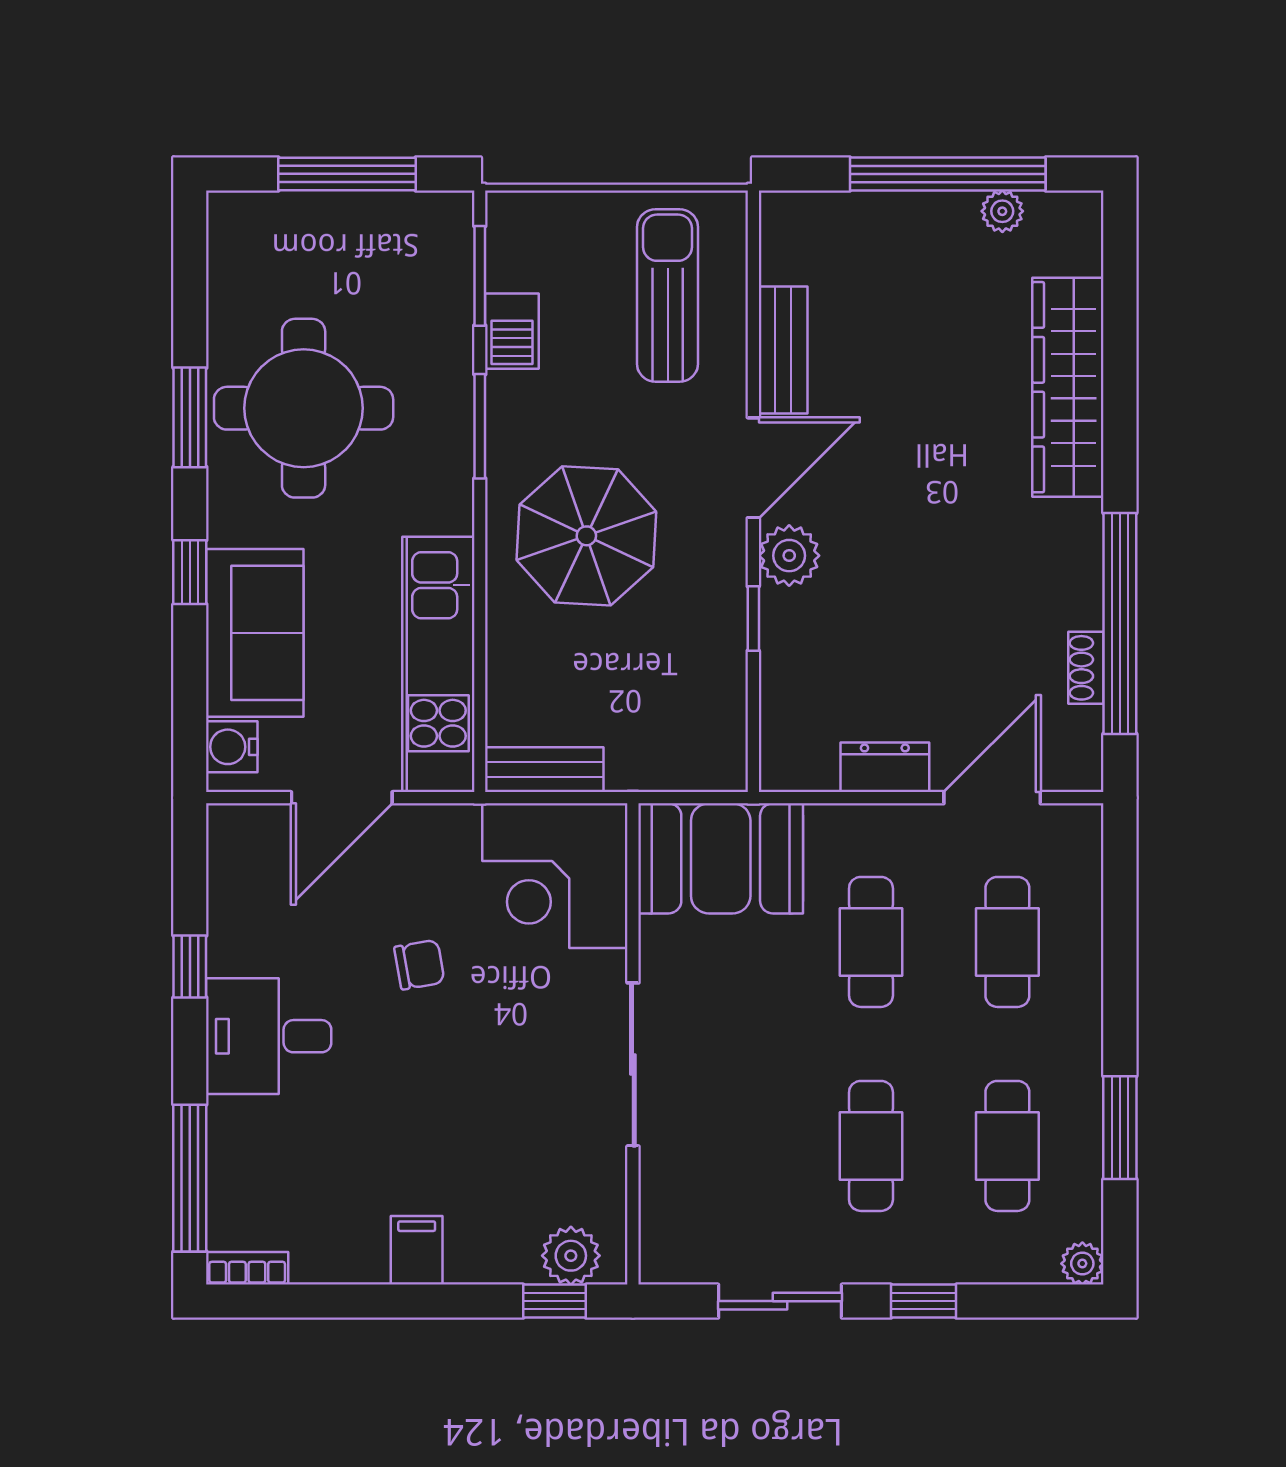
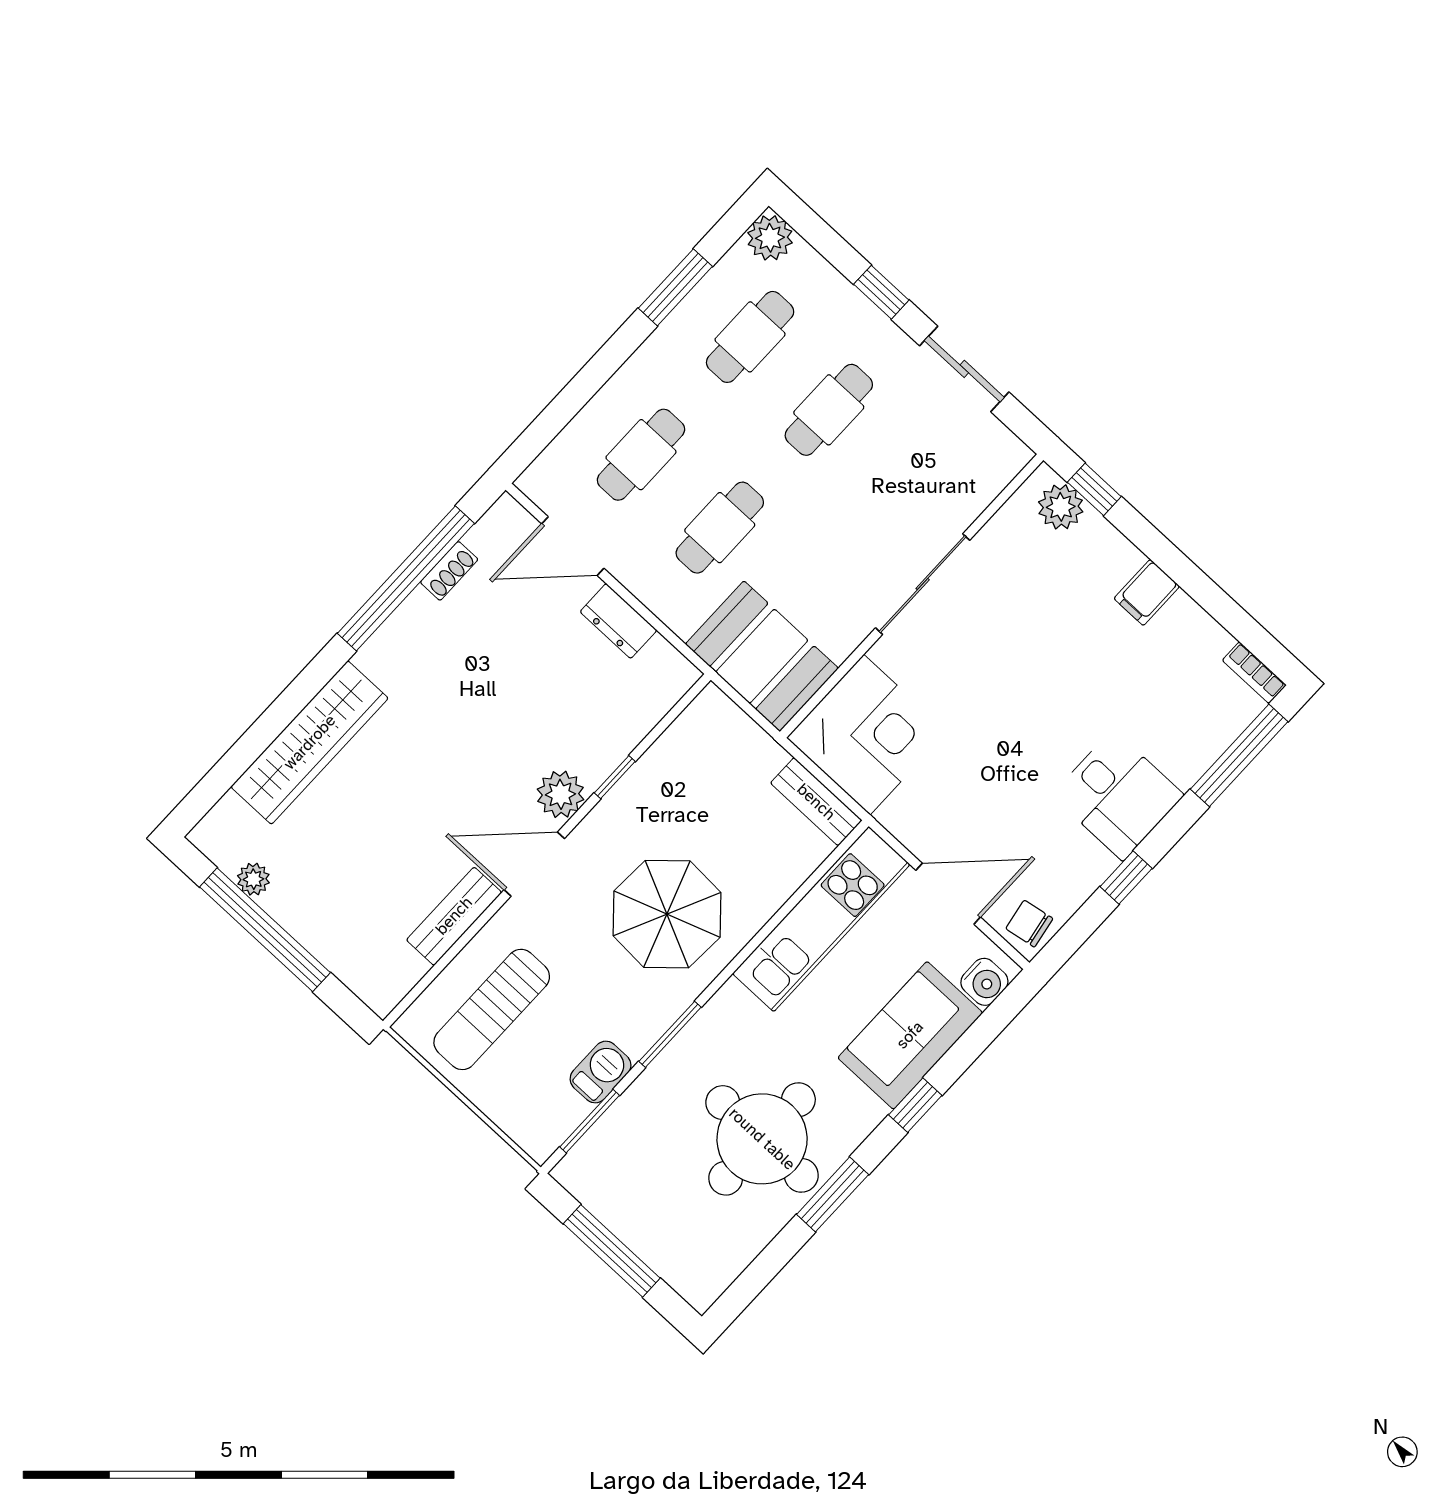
chair: (419, 965) -> (1029, 924), moved
plant: (1082, 1264) -> (770, 238), width x1.38, depth x1.38

